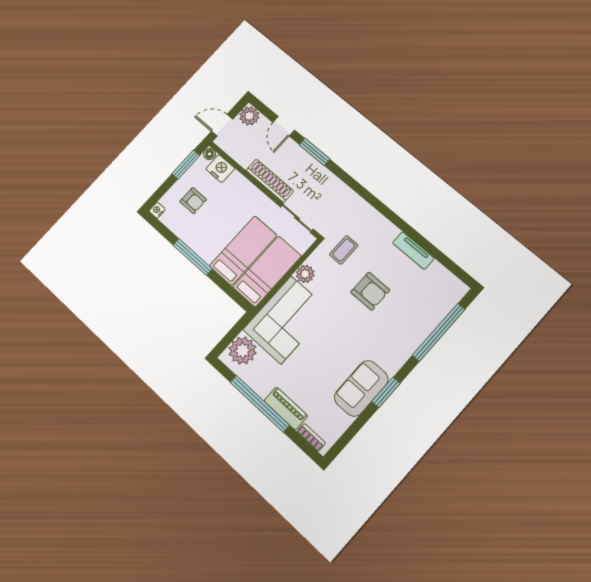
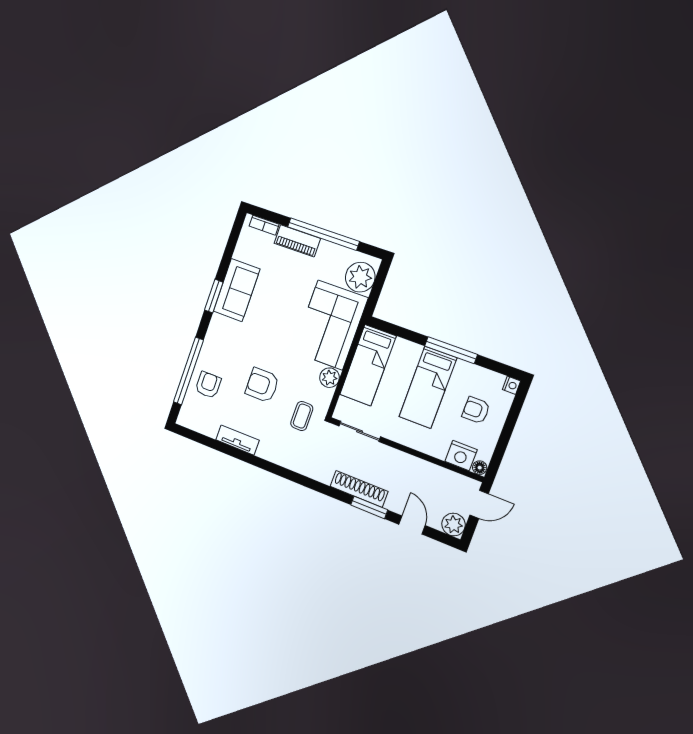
window: (186, 165) -> (501, 447), removed
shoe rack: (270, 181) -> (359, 489), moved, turned 180
bed: (243, 251) -> (428, 387), moved
armchair: (423, 312) -> (208, 385), added

